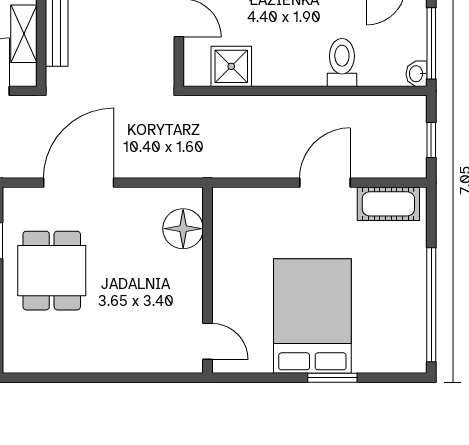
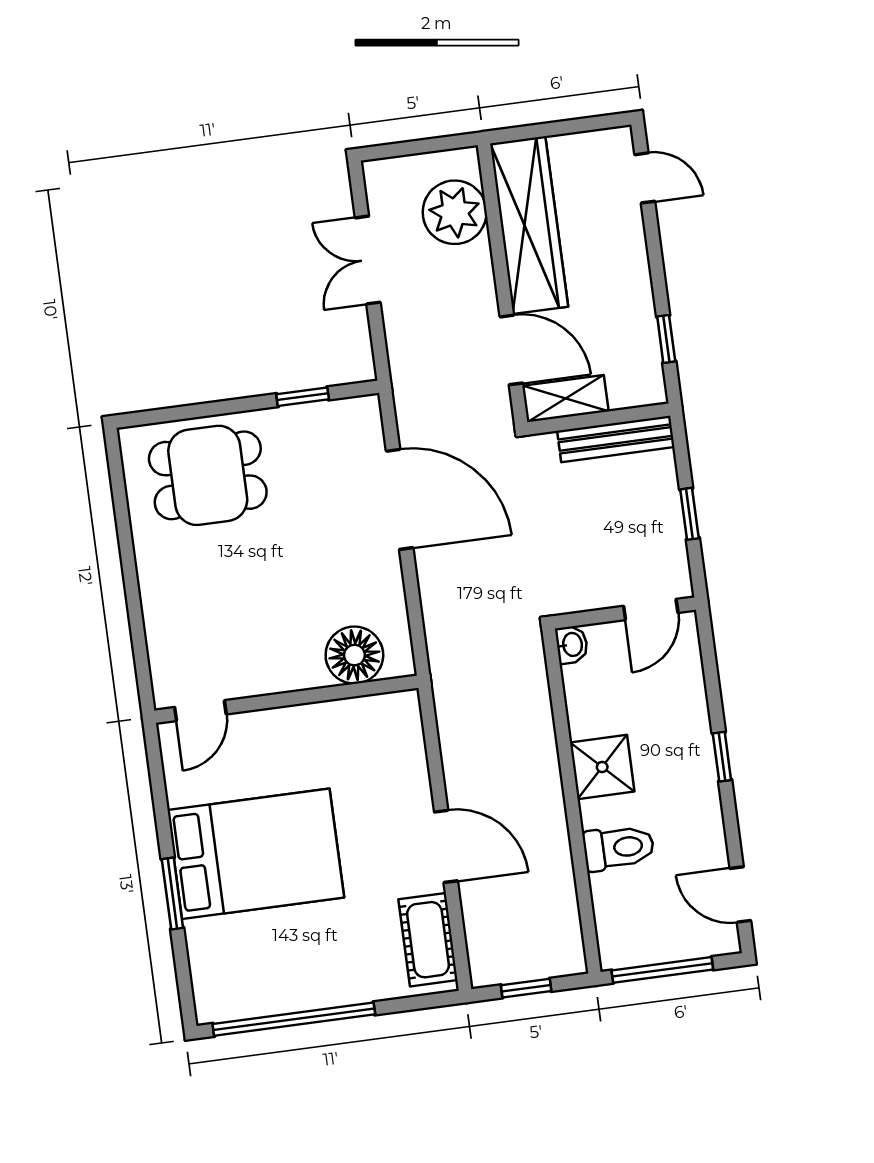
shelving: (24, 34) -> (565, 399), moved
shower: (231, 66) -> (602, 767), moved
washbasin: (417, 74) -> (572, 645), moved, turned 90
dining table: (52, 271) -> (208, 475), moved

